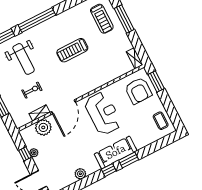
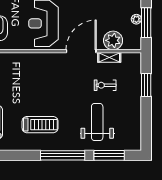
treadmill: (72, 50) -> (40, 125), moved
window: (25, 154) -> (146, 23), width x2.17

